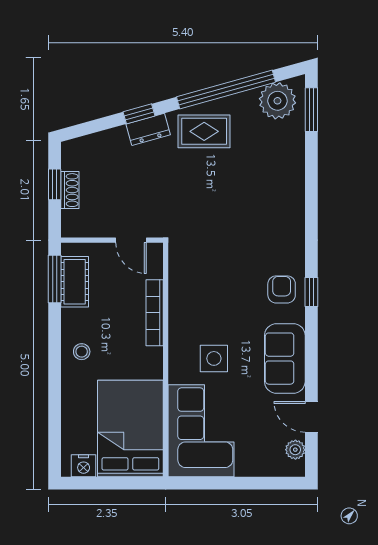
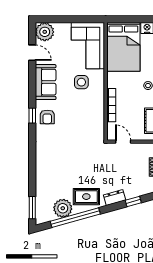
plant: (277, 101) -> (63, 208), moved
window: (139, 114) -> (133, 201), moved
plant: (295, 450) -> (45, 32), width x1.88, depth x1.88

